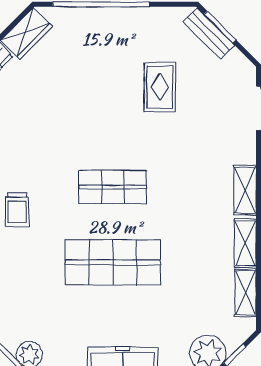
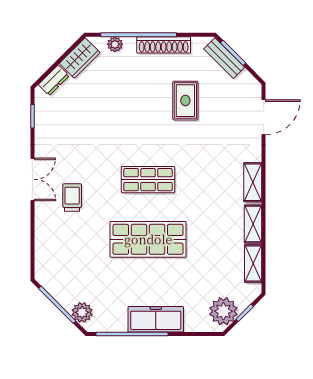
plant: (71, 16) -> (115, 44), added
shoe rack: (132, 17) -> (164, 45), added
trolley: (17, 210) -> (72, 198), turned 180

